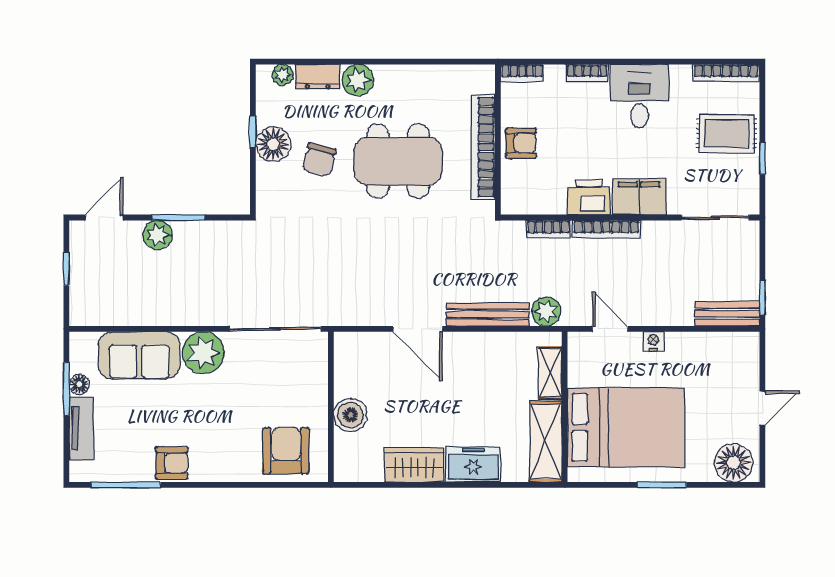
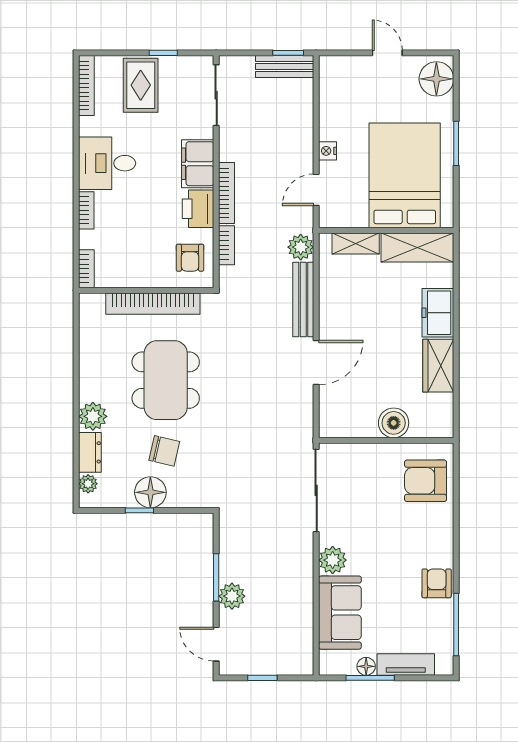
armchair: (521, 143) -> (190, 258), moved, turned 180
bench: (727, 314) -> (285, 67), moved, turned 90
plant: (203, 353) -> (333, 560), width x0.73, depth x0.73

